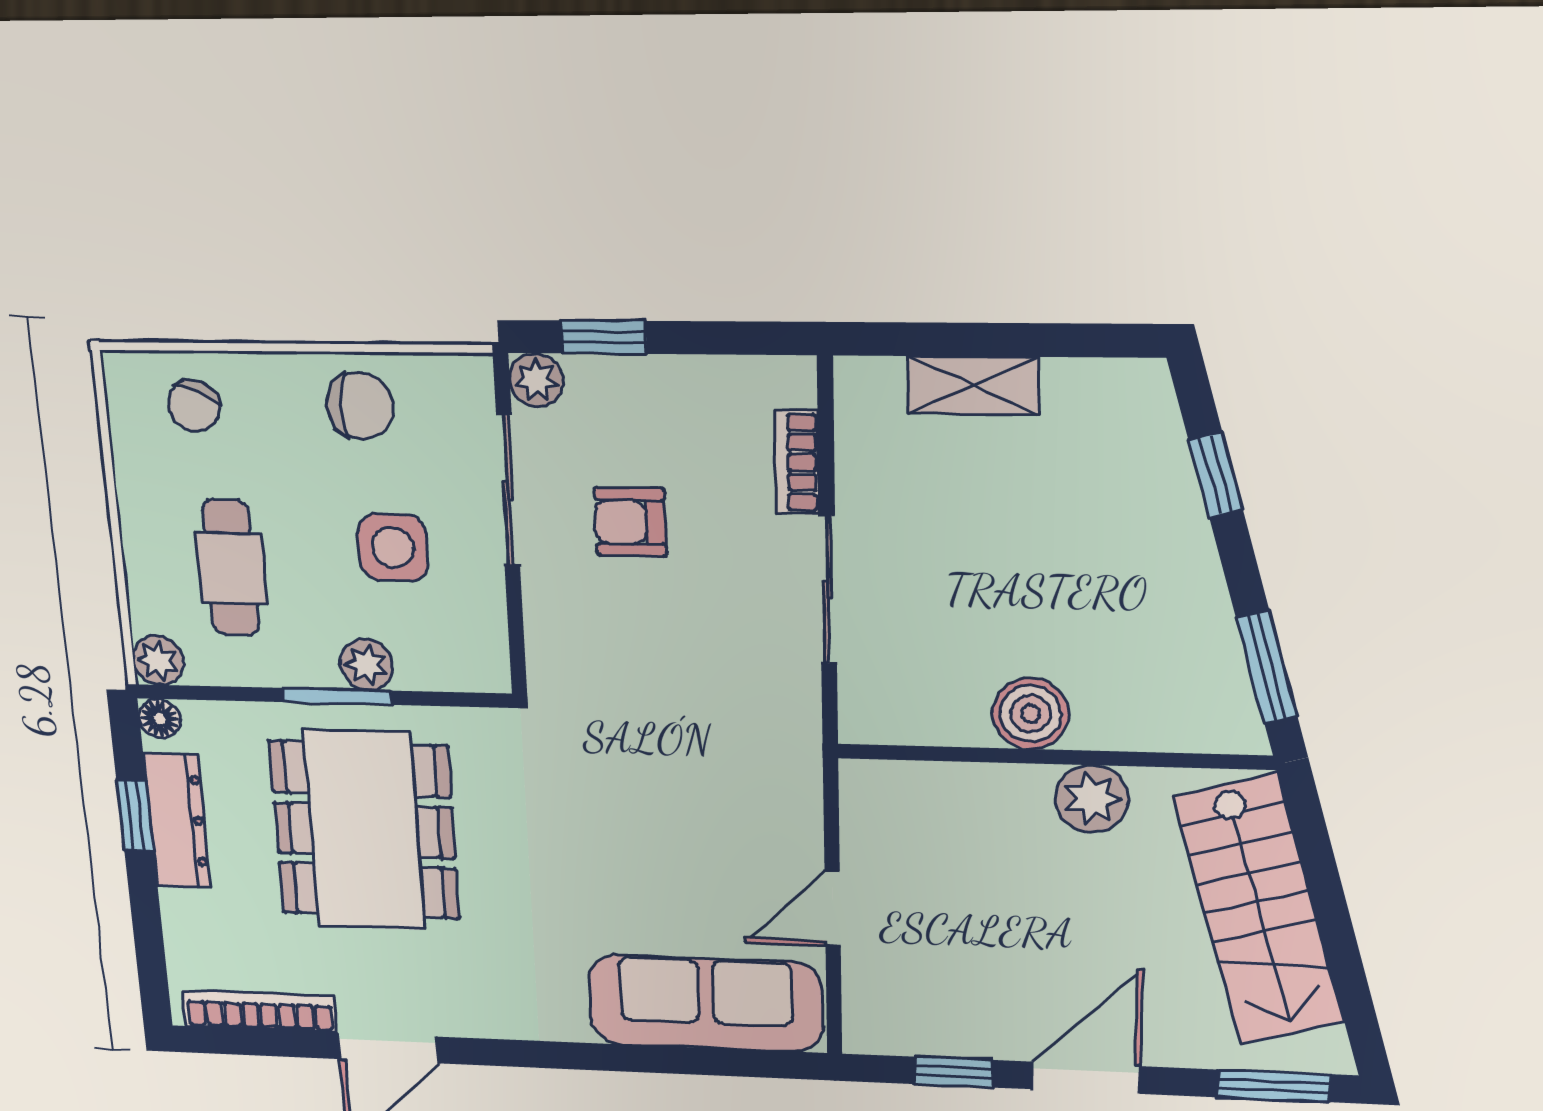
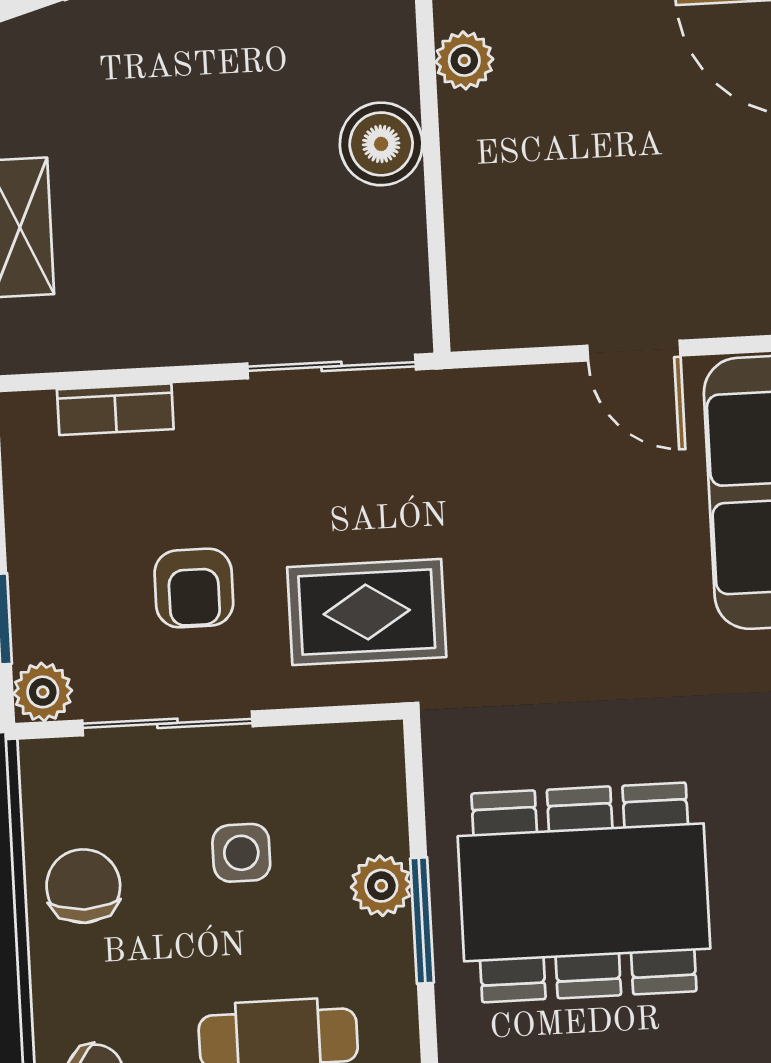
side table: (393, 547) -> (241, 853), width x0.73, depth x0.73
sliding door: (828, 590) -> (332, 366), moved
rug: (607, 670) -> (367, 612), added
plant: (1092, 799) -> (464, 60), width x0.73, depth x0.73

